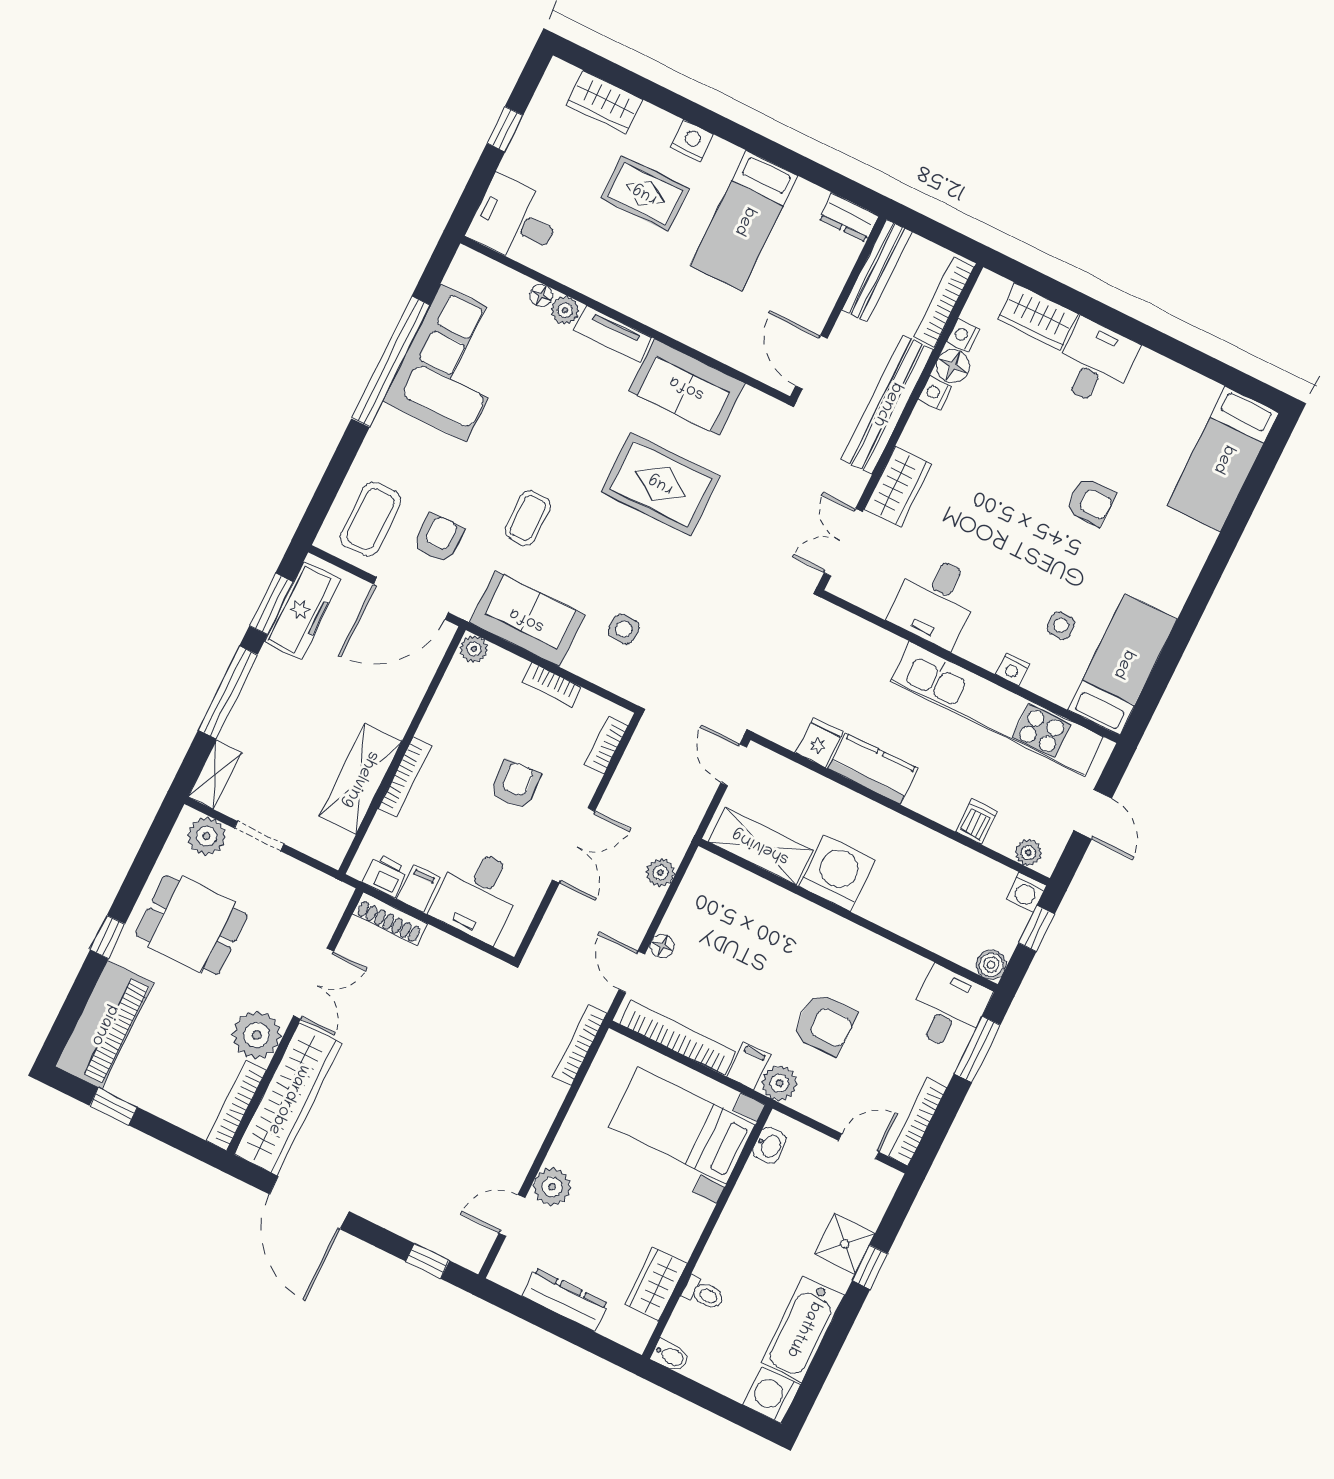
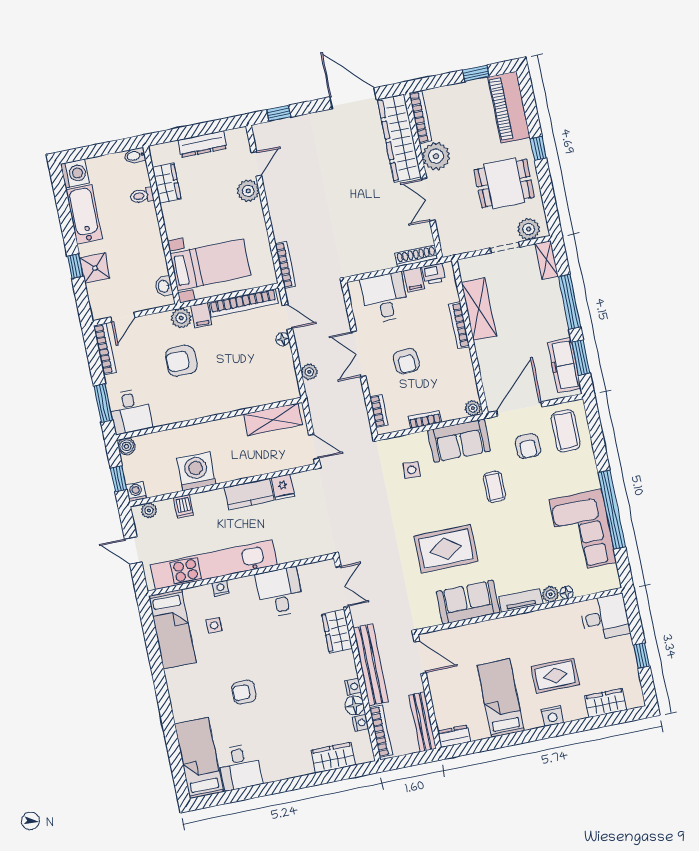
desk: (1095, 363) -> (240, 767), moved
washing machine: (837, 873) -> (196, 471), moved, turned 180

